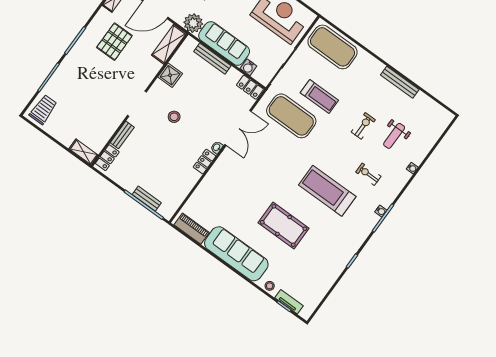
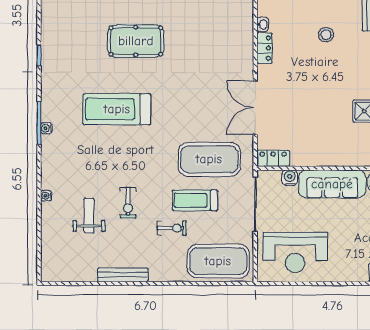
bench: (212, 59) -> (333, 160), removed
stool: (174, 117) -> (326, 35), moved
washbasin: (217, 147) -> (263, 24), moved
exercise bike: (368, 174) -> (172, 228), moved
treadmill: (327, 191) -> (117, 109), turned 180

